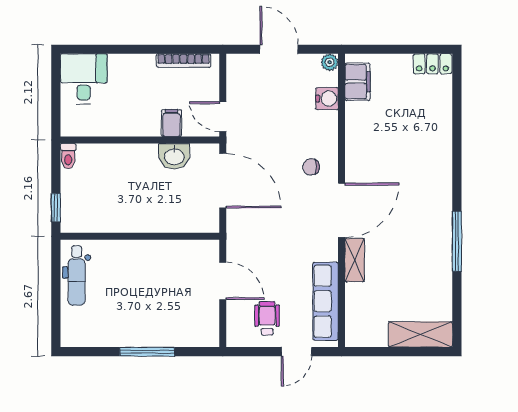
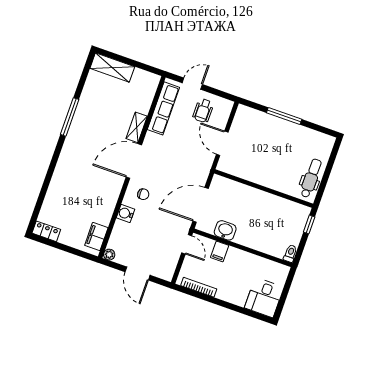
water cooler: (327, 99) -> (126, 213), moved
door: (223, 181) -> (201, 205), hinge flipped

